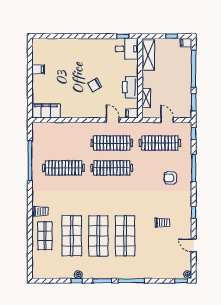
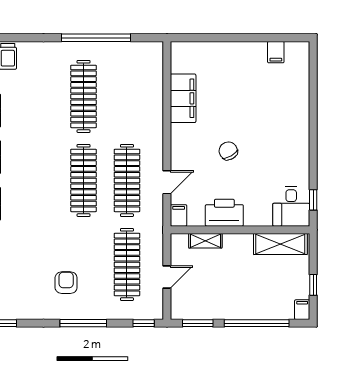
filing cabinet: (38, 69) -> (276, 52), moved
filing cabinet: (46, 111) -> (183, 98), moved

